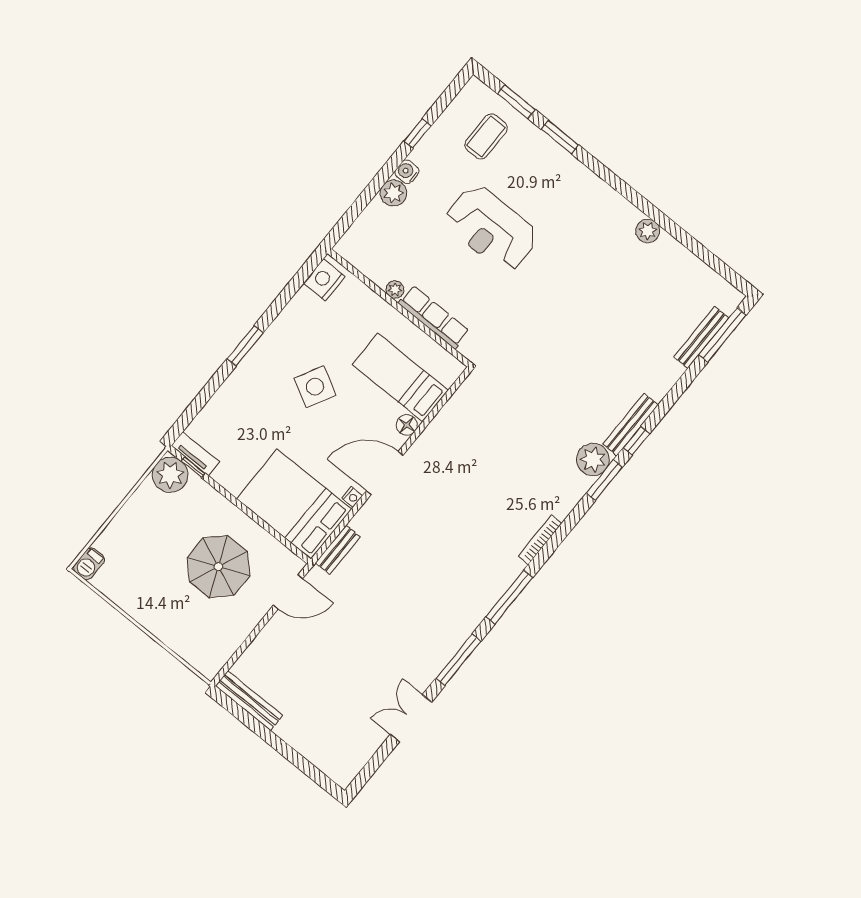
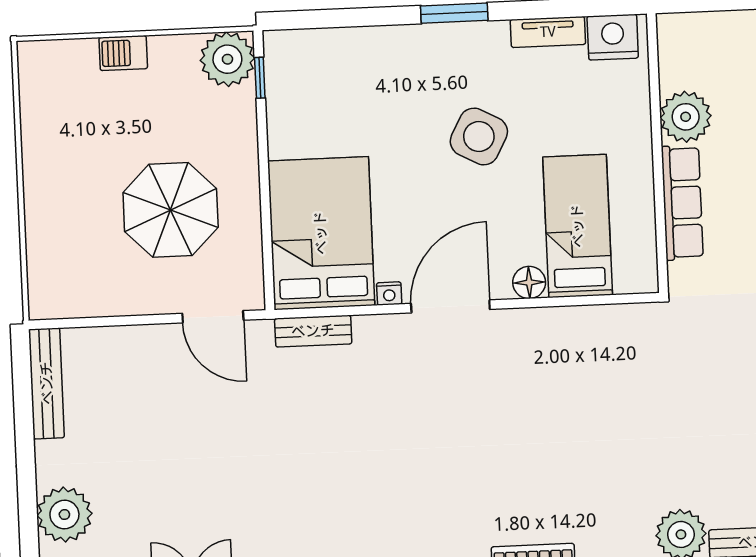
plant: (395, 290) -> (686, 117), width x1.88, depth x1.88
tv unit: (195, 454) -> (548, 32), moved, turned 90
door: (385, 473) -> (450, 306), hinge flipped
barbecue: (89, 564) -> (123, 53), moved
plant: (320, 748) -> (64, 515), added

